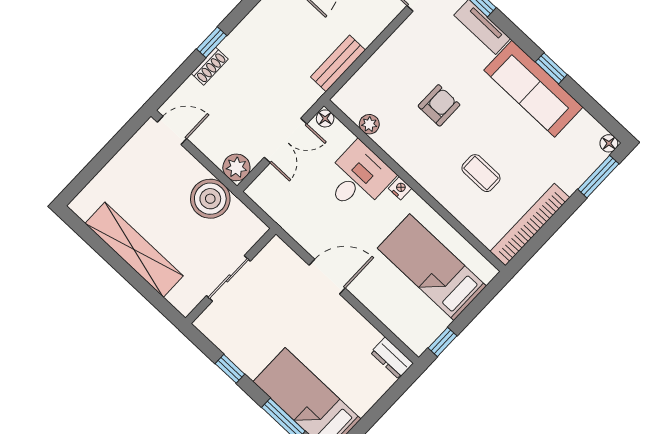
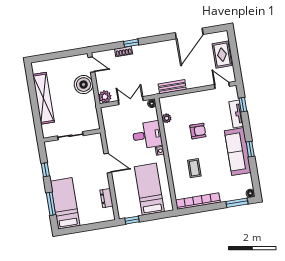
double door: (286, 141) -> (131, 101), swing flipped
boiler: (210, 199) -> (84, 85), moved
dresser: (392, 358) -> (106, 198), moved

